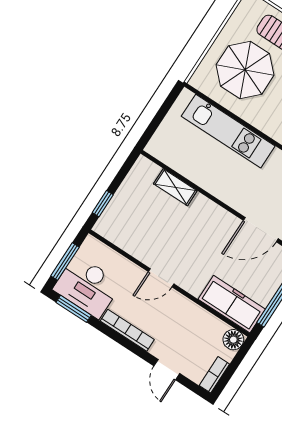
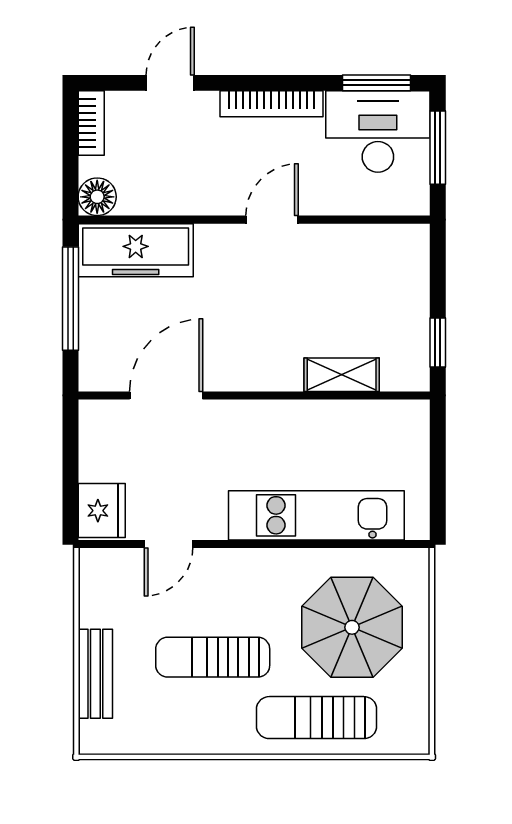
window: (103, 204) -> (438, 343), moved
door: (167, 370) -> (170, 83), hinge flipped

